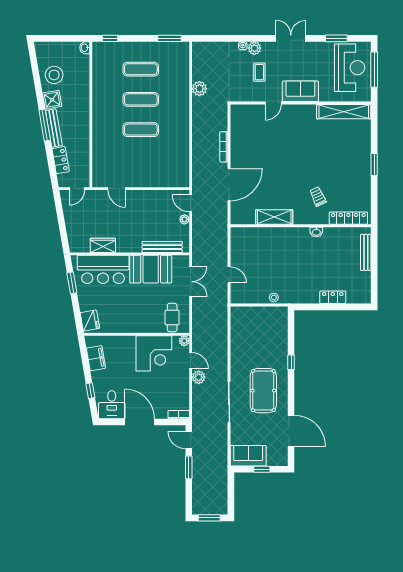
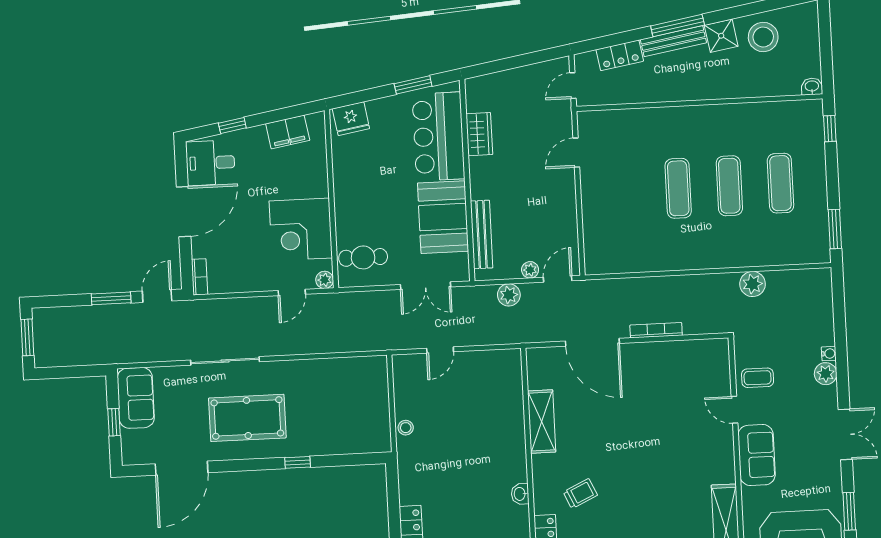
coffee table: (259, 72) -> (758, 378), moved
door: (77, 189) -> (573, 86), hinge flipped
plant: (199, 377) -> (509, 295), moved

